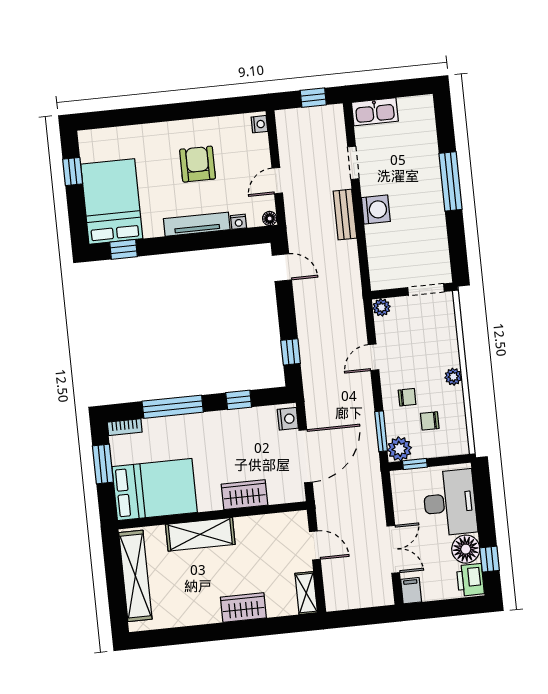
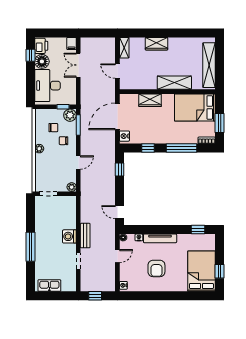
kitchen sink: (375, 112) -> (49, 286), moved
bed: (112, 201) -> (201, 271), moved, turned 180

